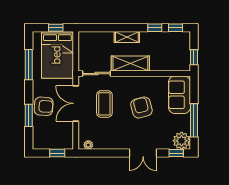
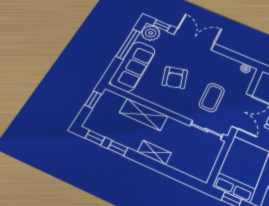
shelving: (130, 64) -> (144, 114), moved
sofa: (179, 95) -> (133, 66), width x1.36
double door: (143, 153) -> (194, 39), width x1.37

